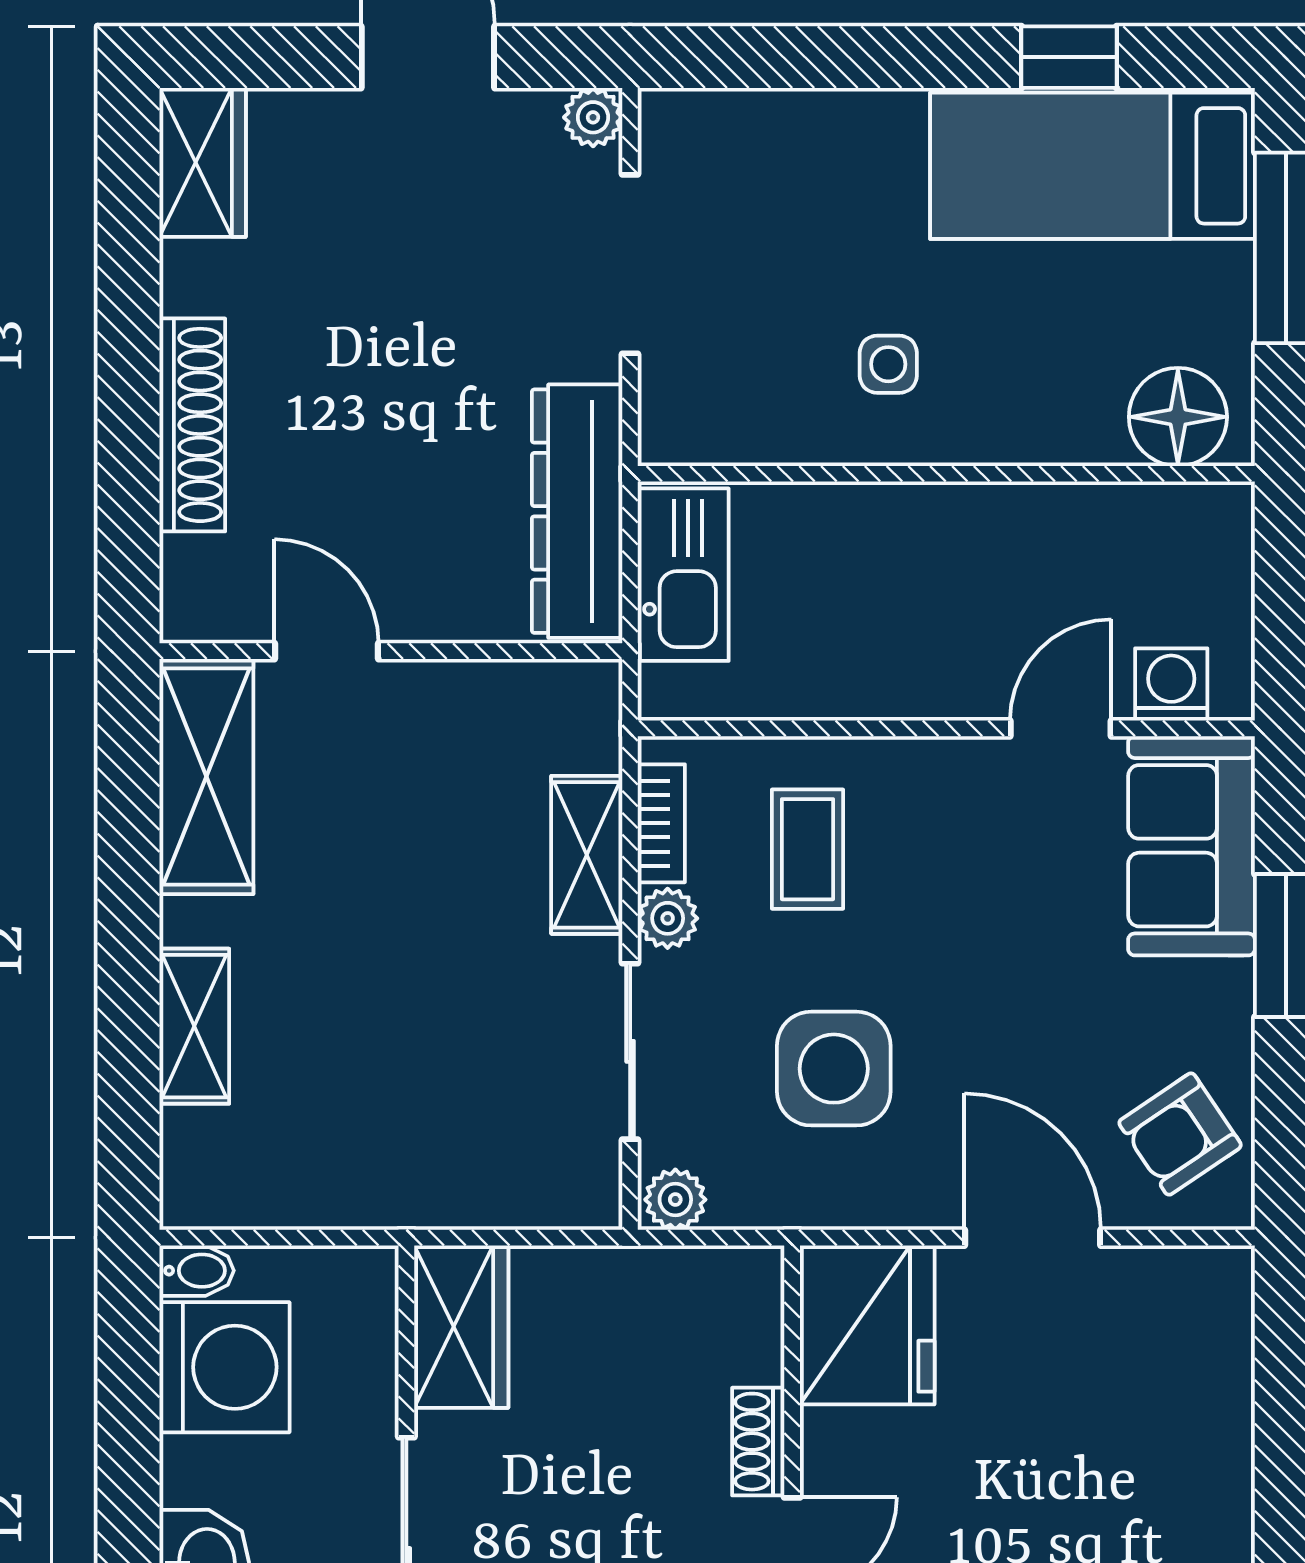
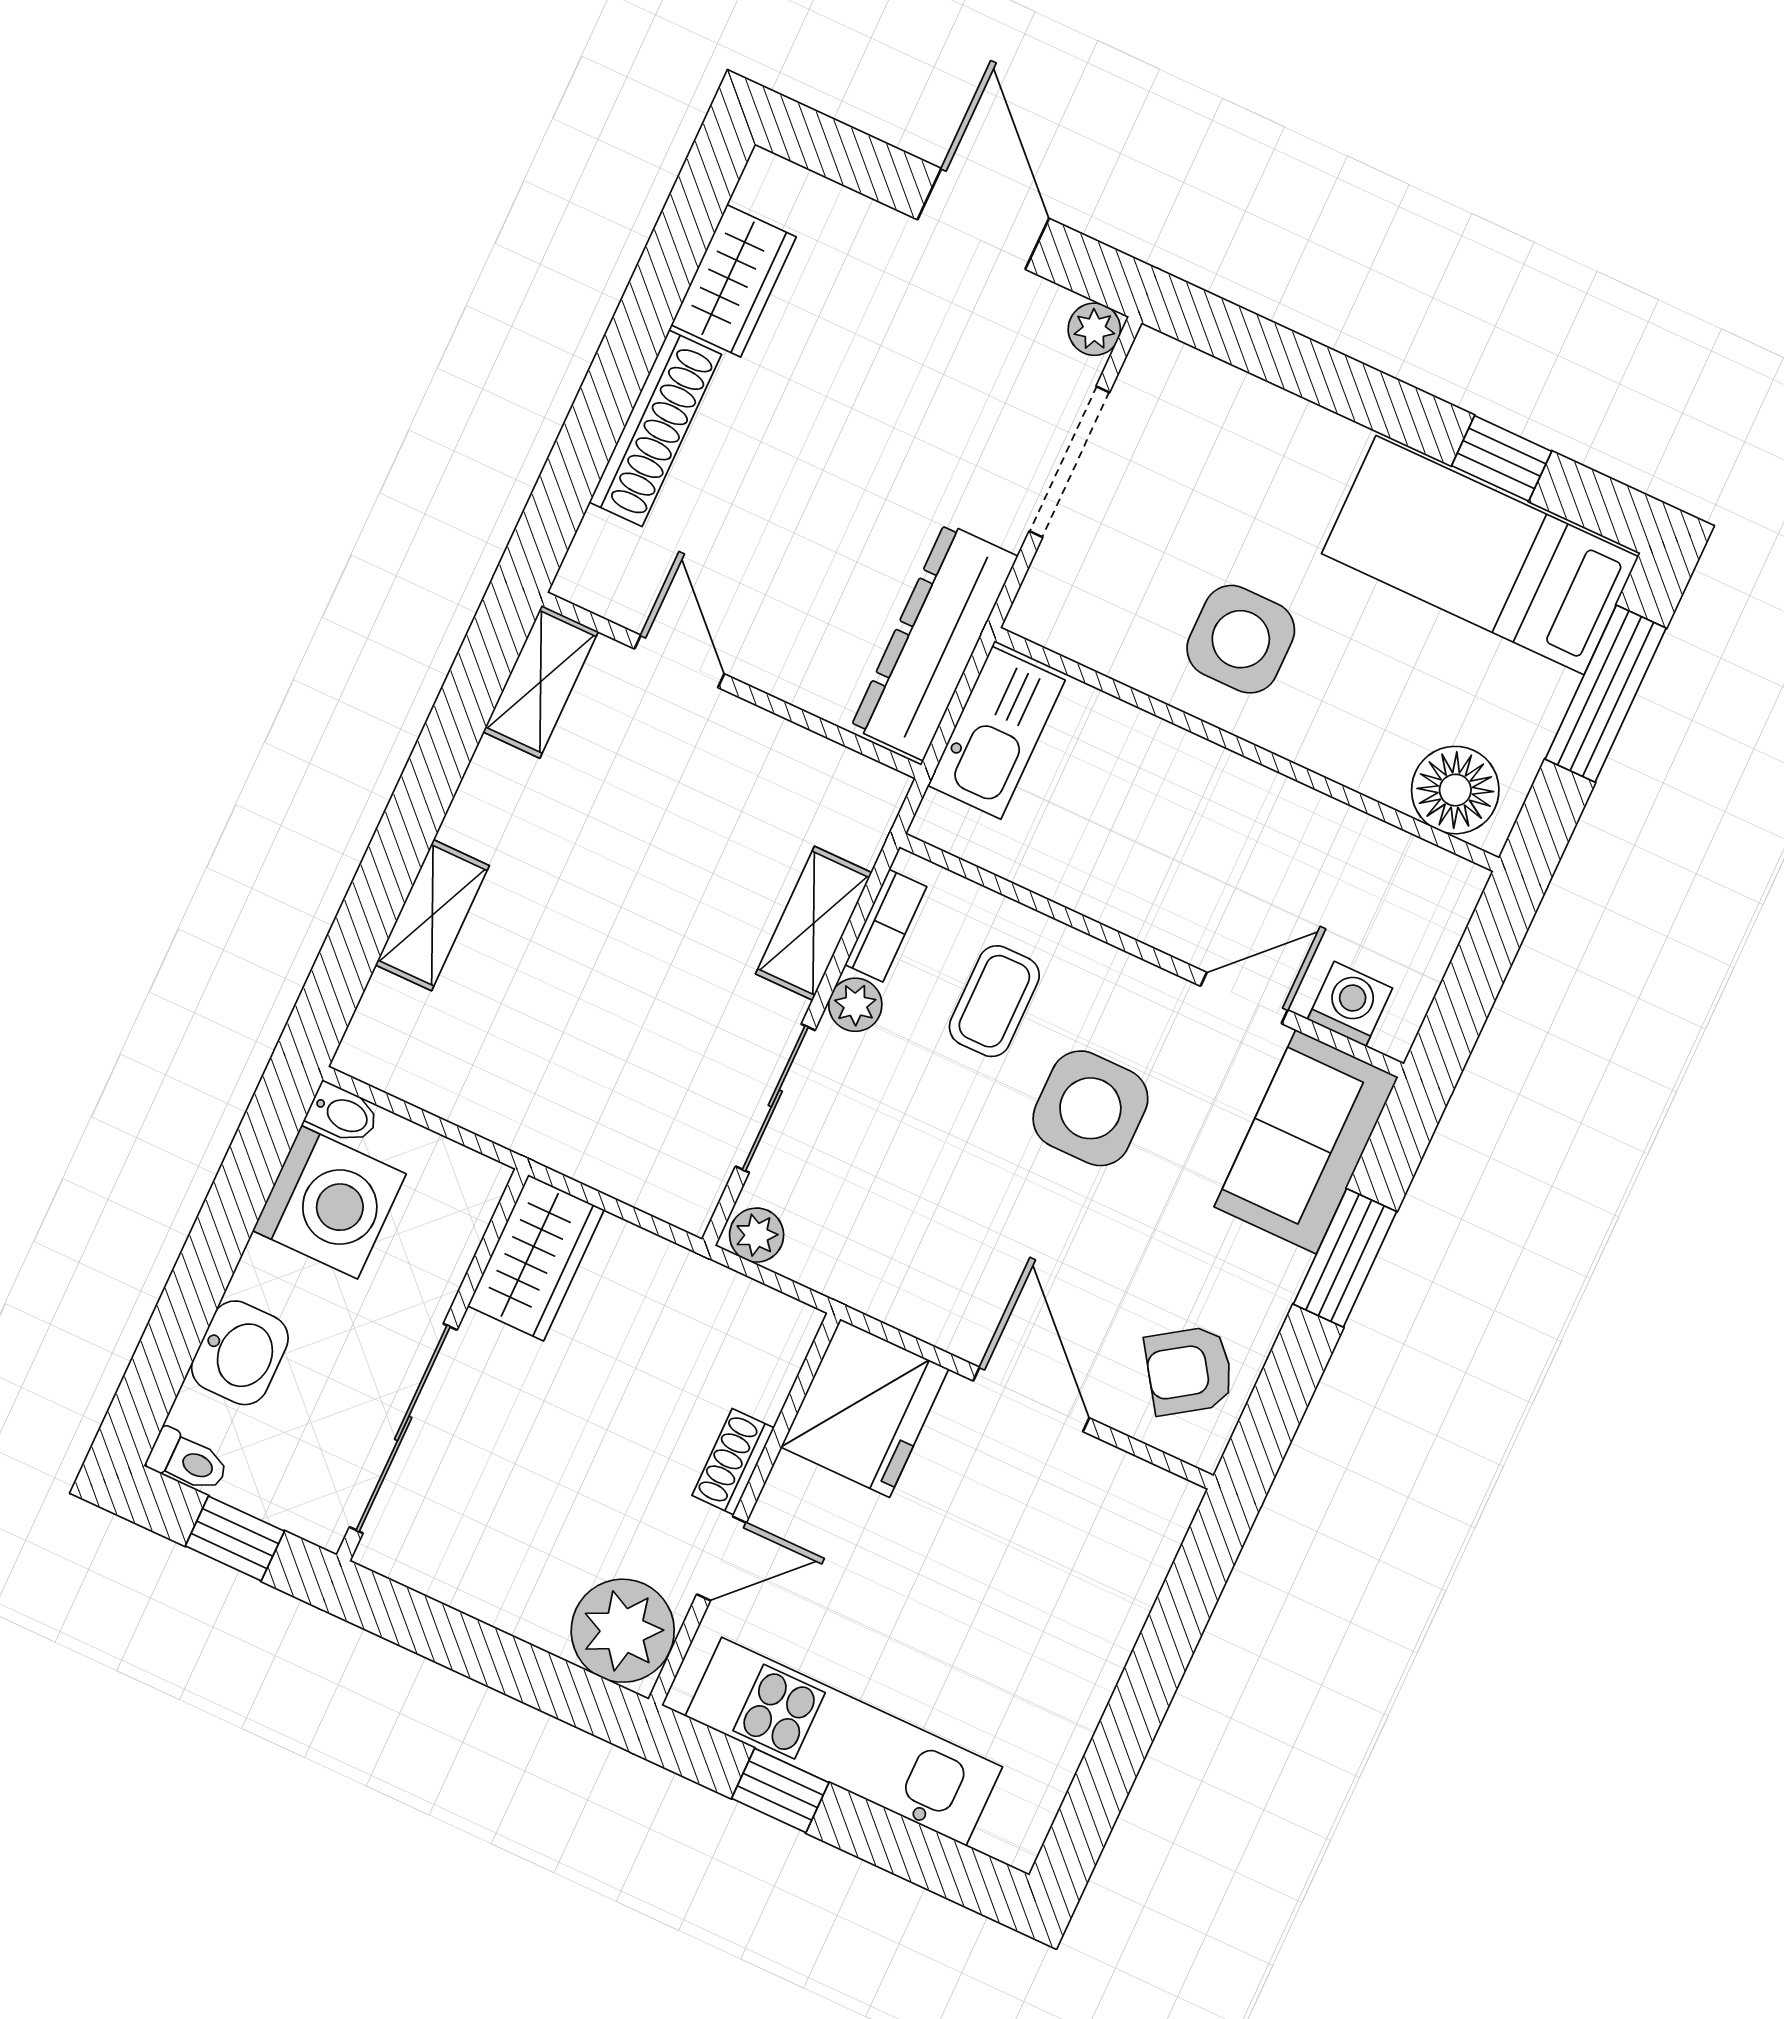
wardrobe: (203, 162) -> (734, 281), moved
side table: (888, 364) -> (1241, 639), width x1.87, depth x1.87
shelving: (206, 777) -> (541, 682), width x0.67, depth x0.75
side table: (834, 1069) -> (1090, 1108), moved

